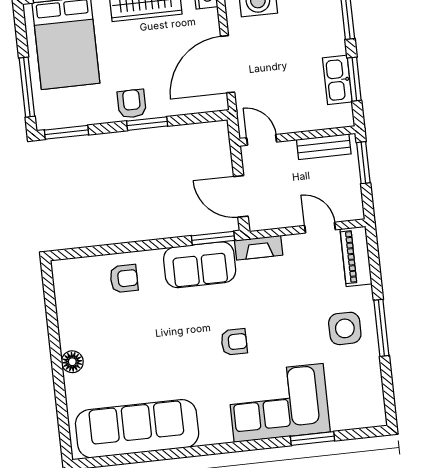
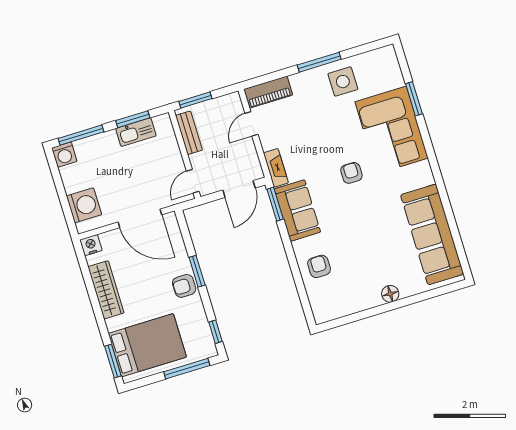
window: (66, 132) -> (216, 332), width x0.67
side table: (345, 328) -> (343, 82), moved

